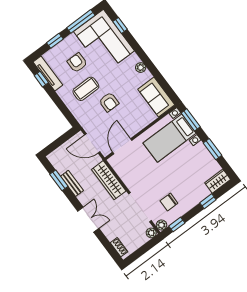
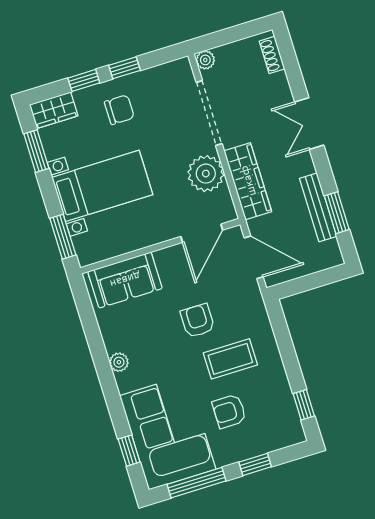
armchair: (77, 63) -> (229, 411), turned 90
tv unit: (48, 73) -> (288, 410), removed
sofa: (156, 97) -> (125, 280), moved, turned 90
bed with nightstands: (170, 138) -> (102, 186), moved
window: (213, 149) -> (36, 151), moved
bench: (72, 183) -> (318, 207), width x1.36
chair: (169, 202) -> (119, 110), moved
window: (177, 224) -> (125, 68), moved
plant: (161, 225) -> (206, 174), moved, width x1.87, depth x1.87

